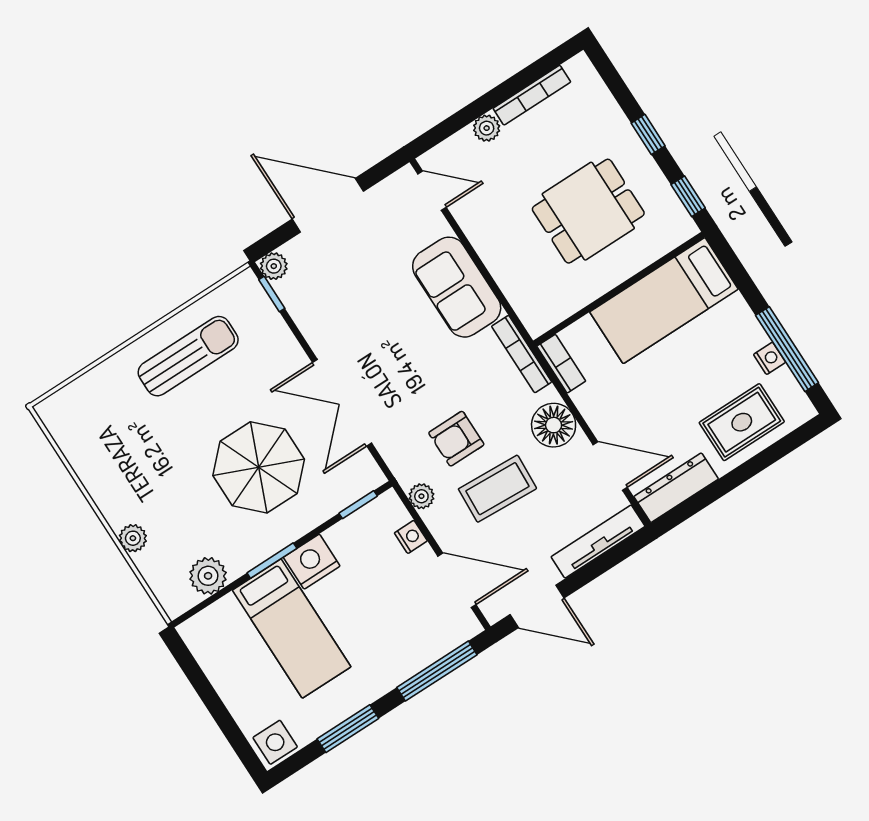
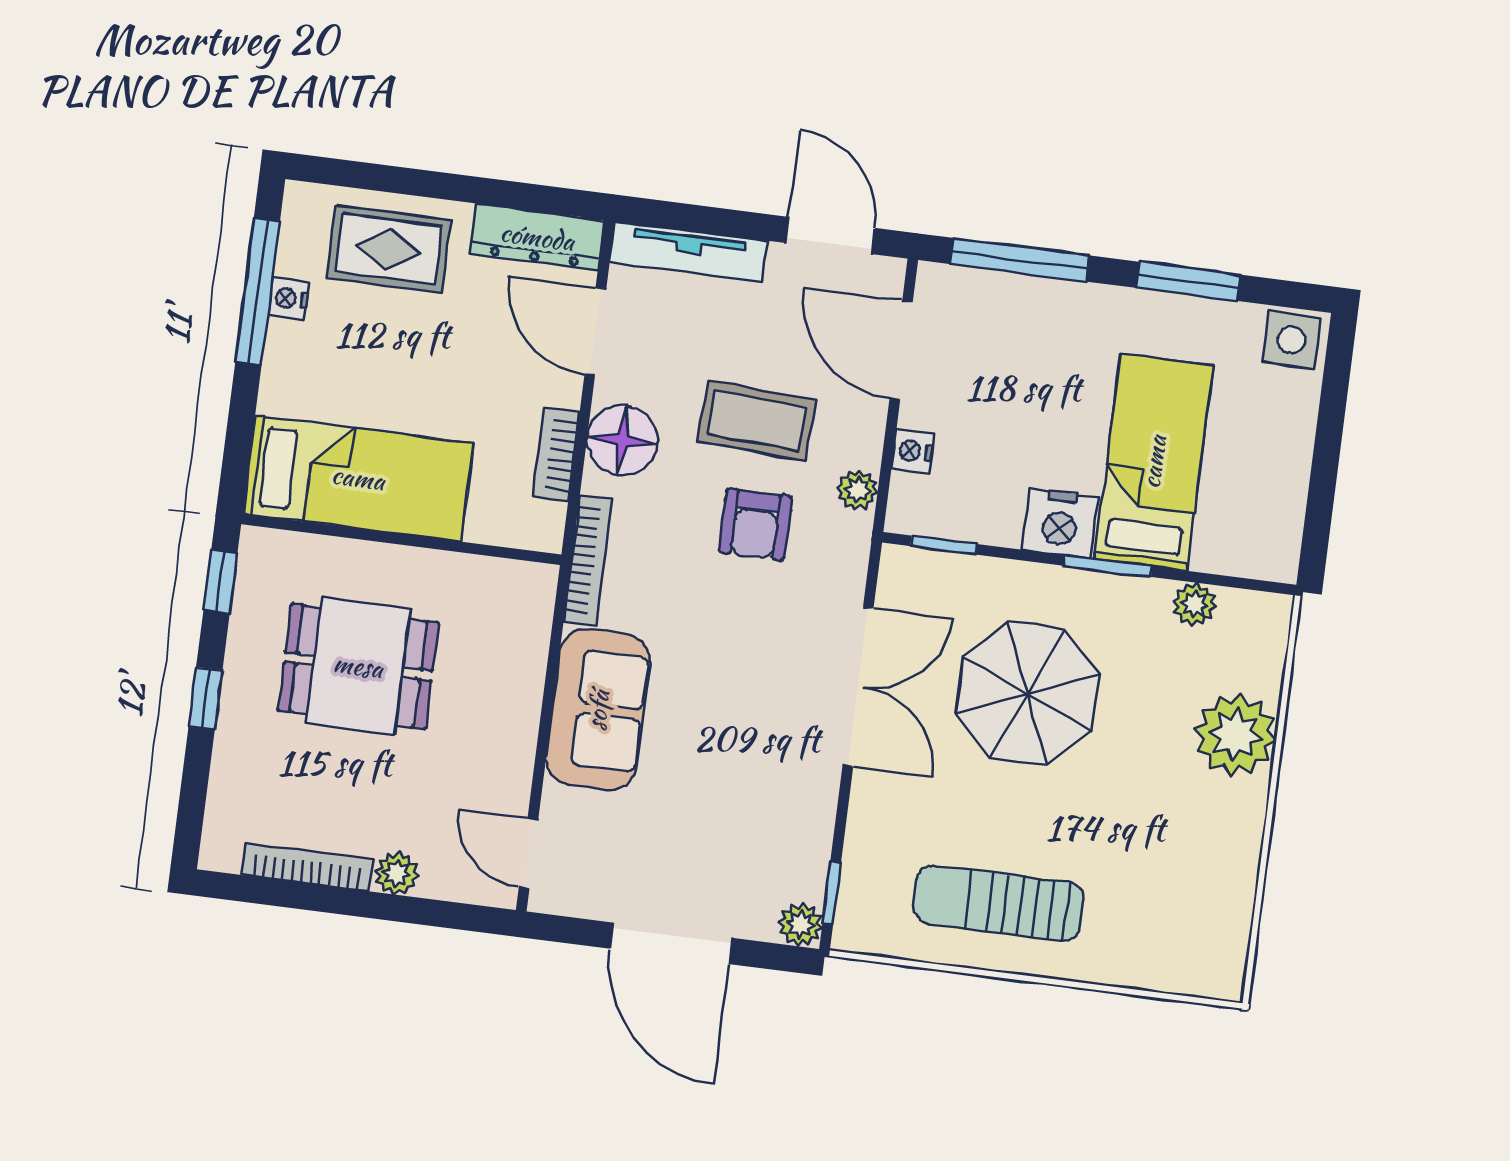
bookcase: (561, 364) -> (556, 455), moved
armchair: (456, 439) -> (755, 524), turned 90
plant: (133, 538) -> (1235, 735), width x1.87, depth x1.87
plant: (208, 576) -> (1194, 604), width x0.73, depth x0.73

